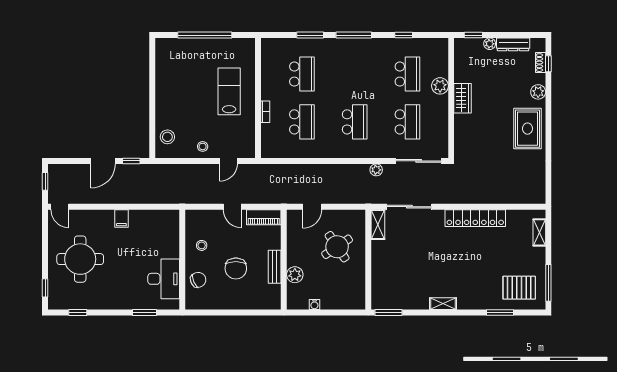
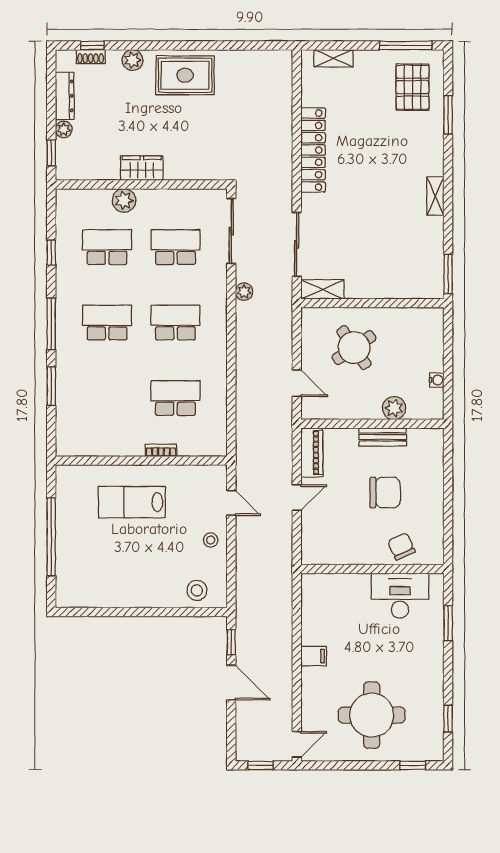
school desk: (302, 74) -> (107, 323), moved
stool: (202, 245) -> (352, 541), removed

